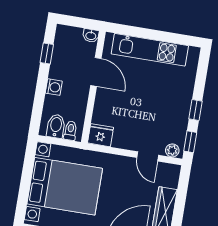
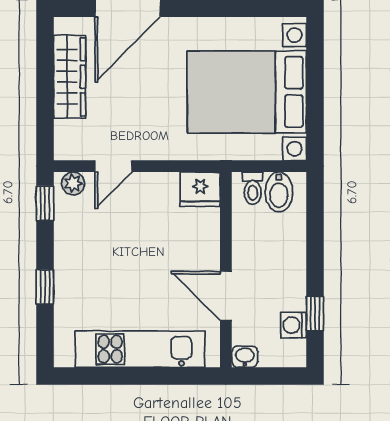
washing machine: (54, 87) -> (294, 325), moved
window: (196, 110) -> (45, 287), moved
door: (148, 156) -> (114, 166), swing flipped

